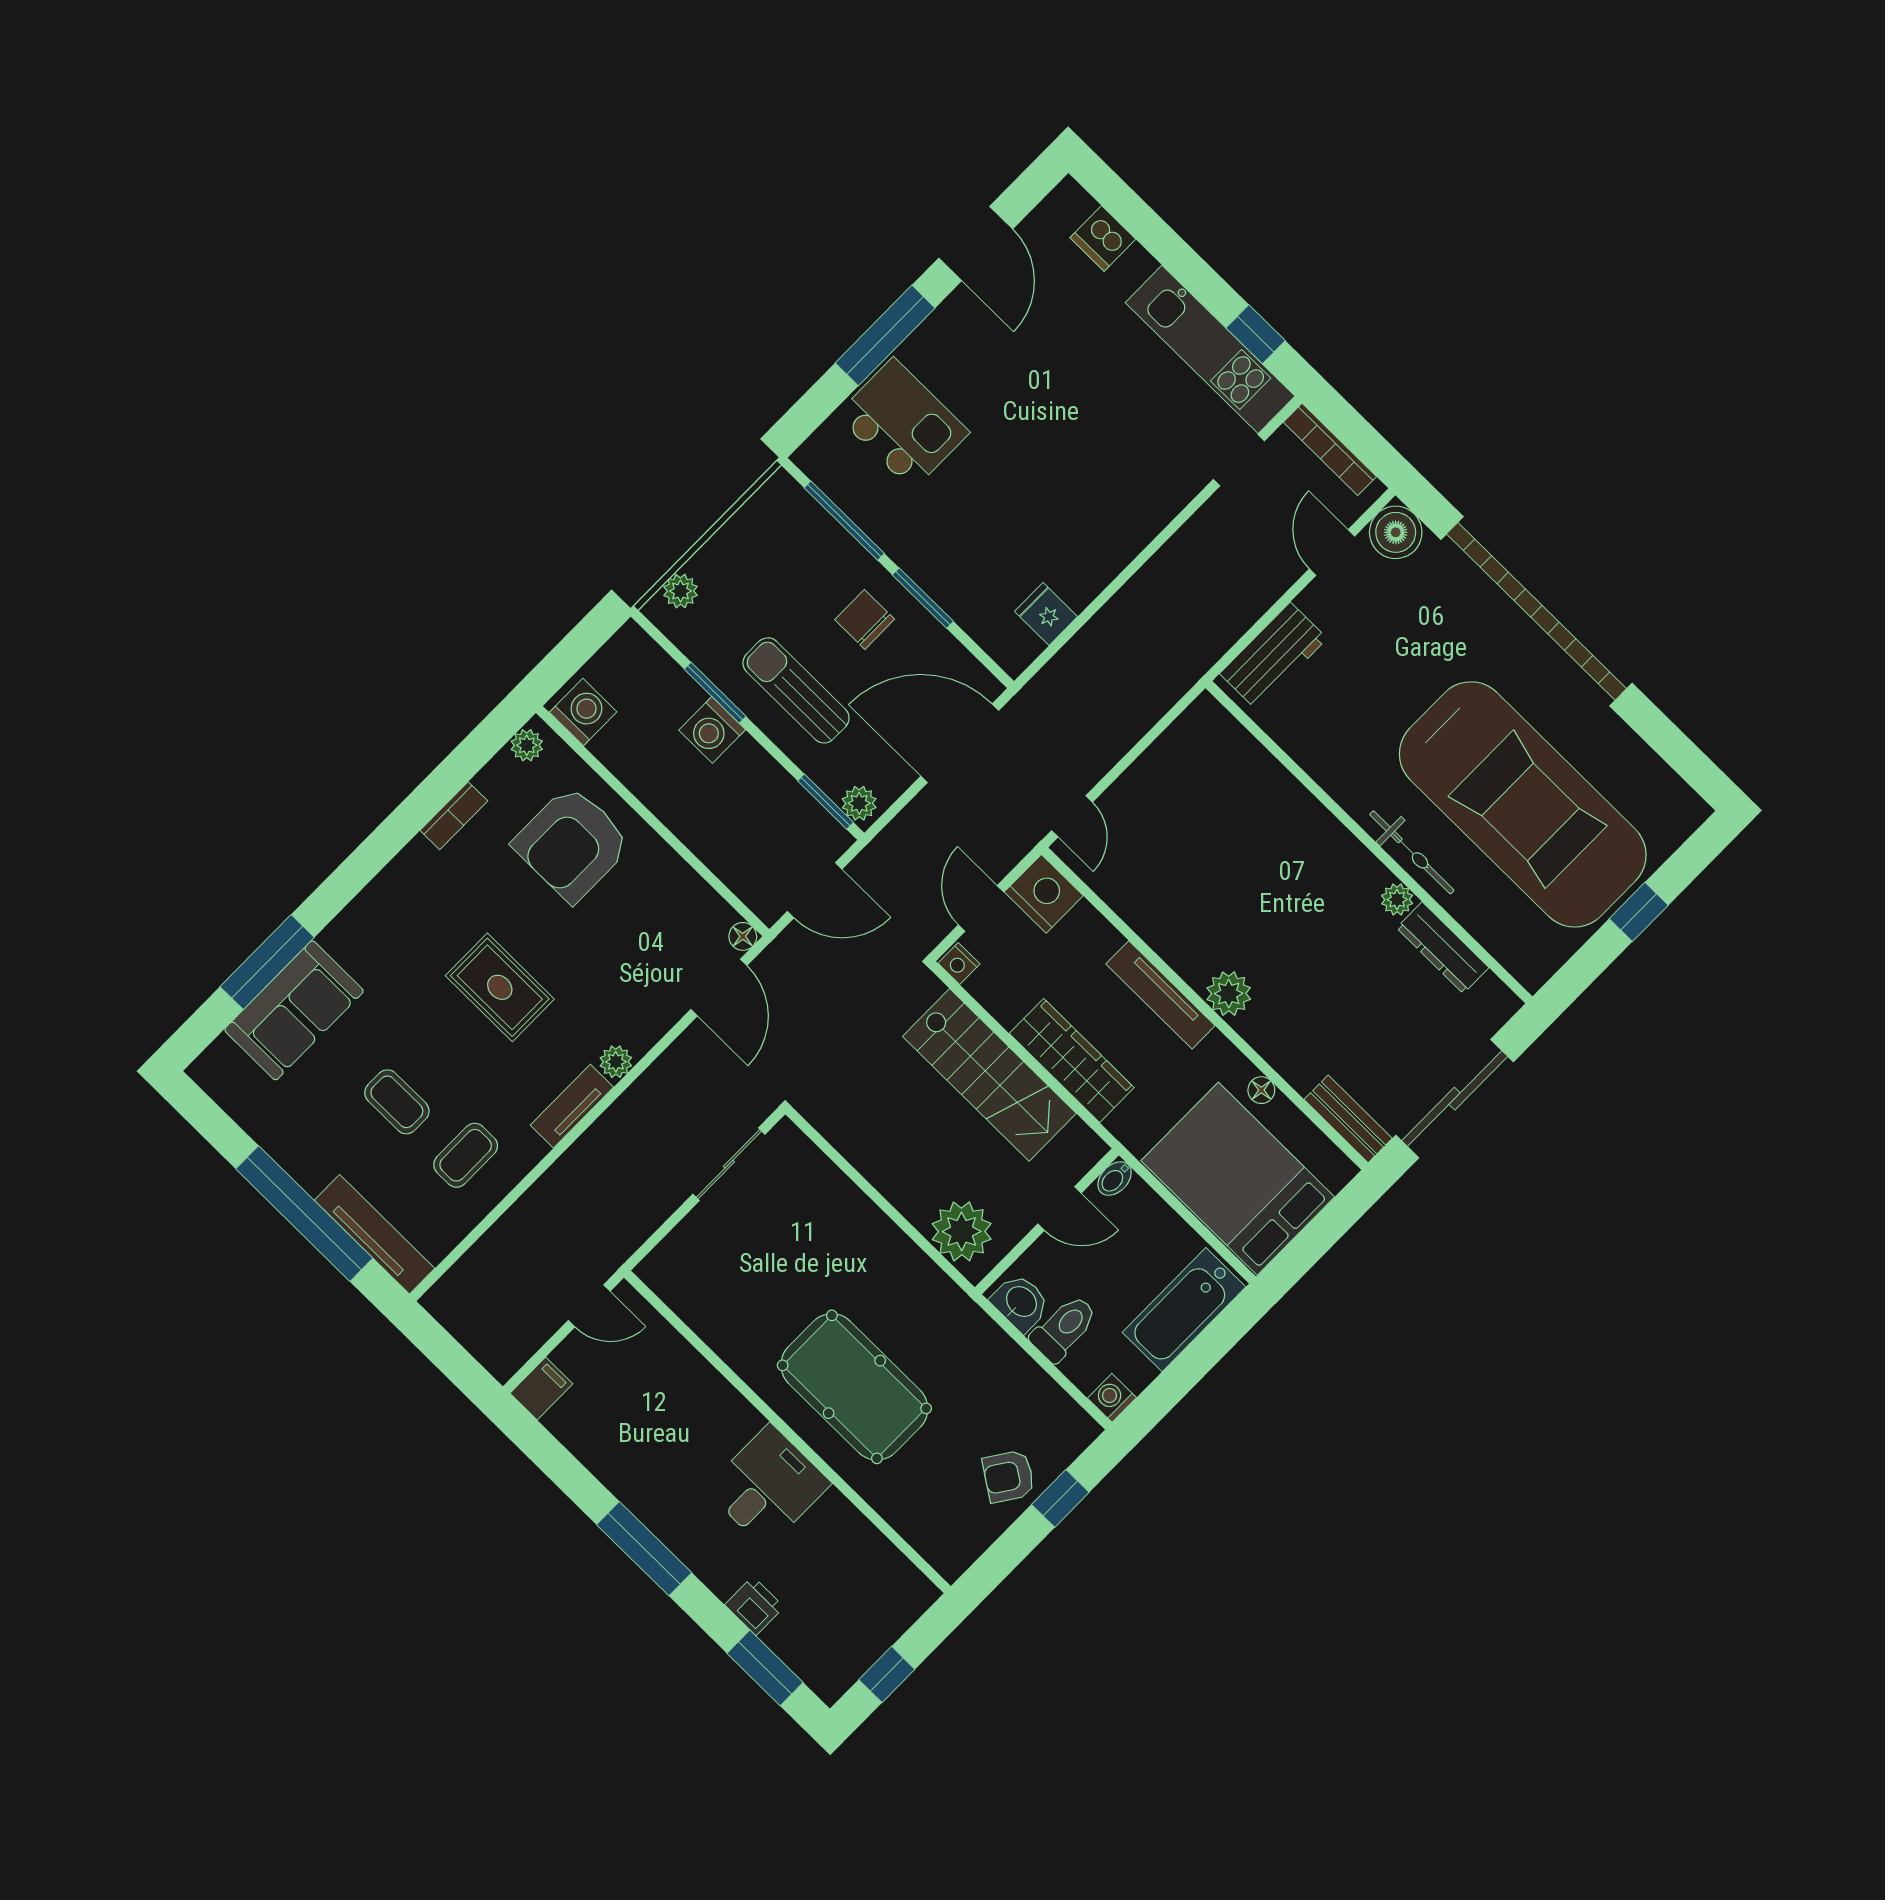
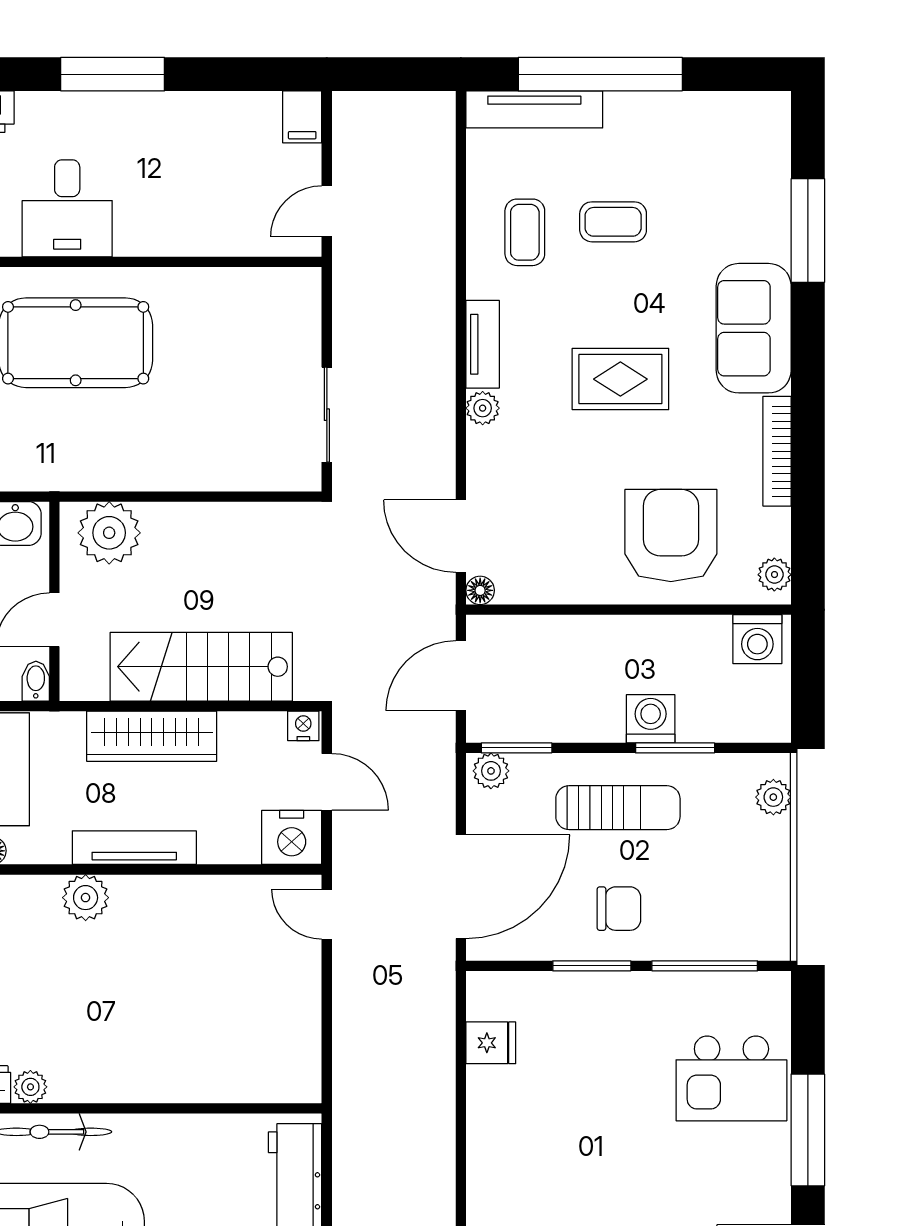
bookcase: (454, 816) -> (777, 451), width x1.56
sofa: (294, 1010) -> (754, 328), moved

